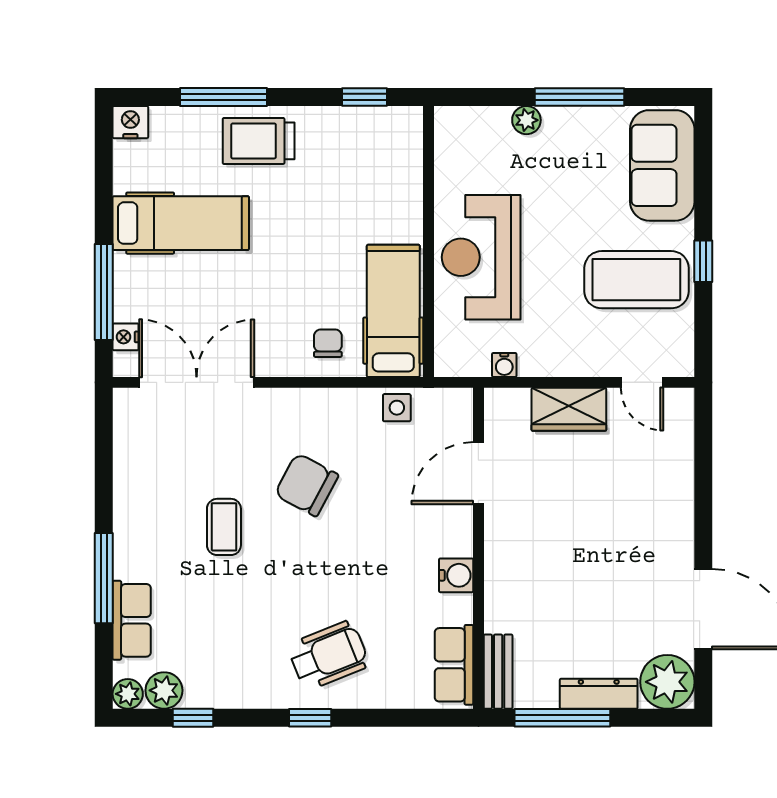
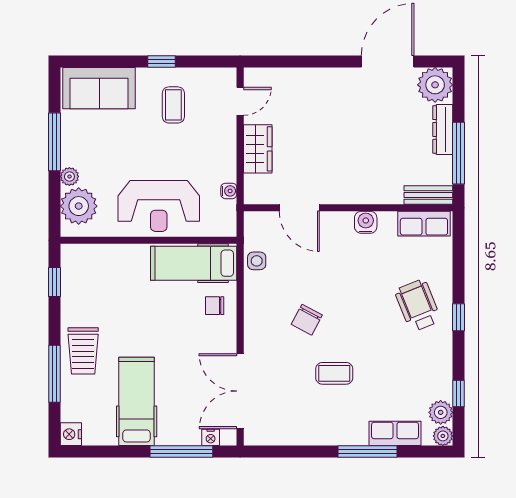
plant: (481, 134) -> (79, 206), added
coffee table: (636, 280) -> (173, 105), width x0.54, depth x0.58
chair: (306, 485) -> (307, 320), width x0.73, depth x0.73

